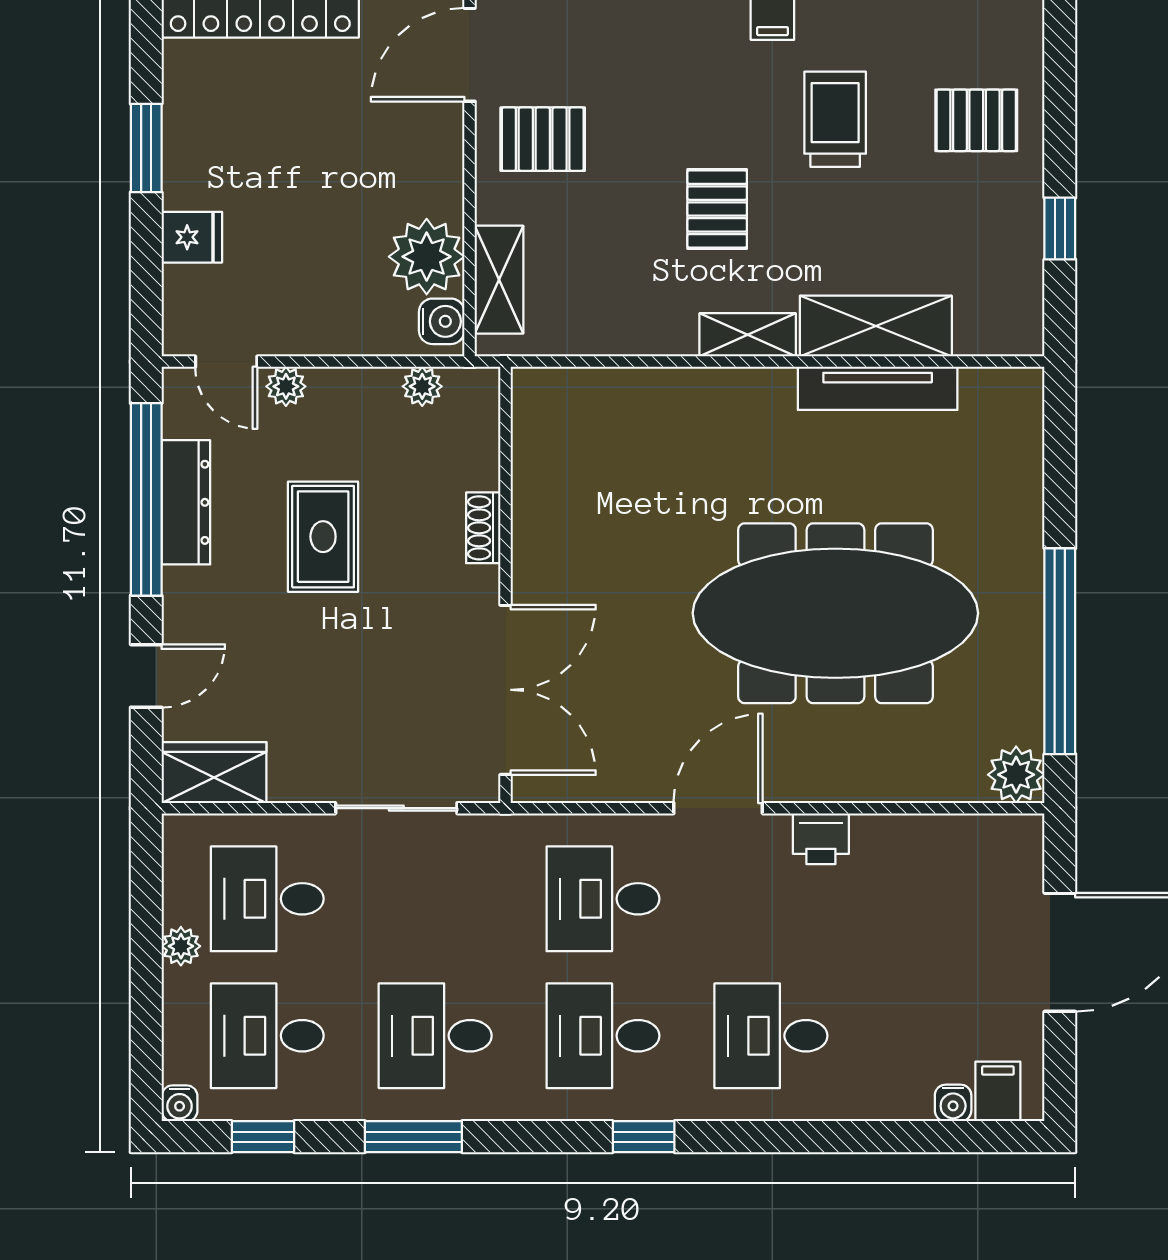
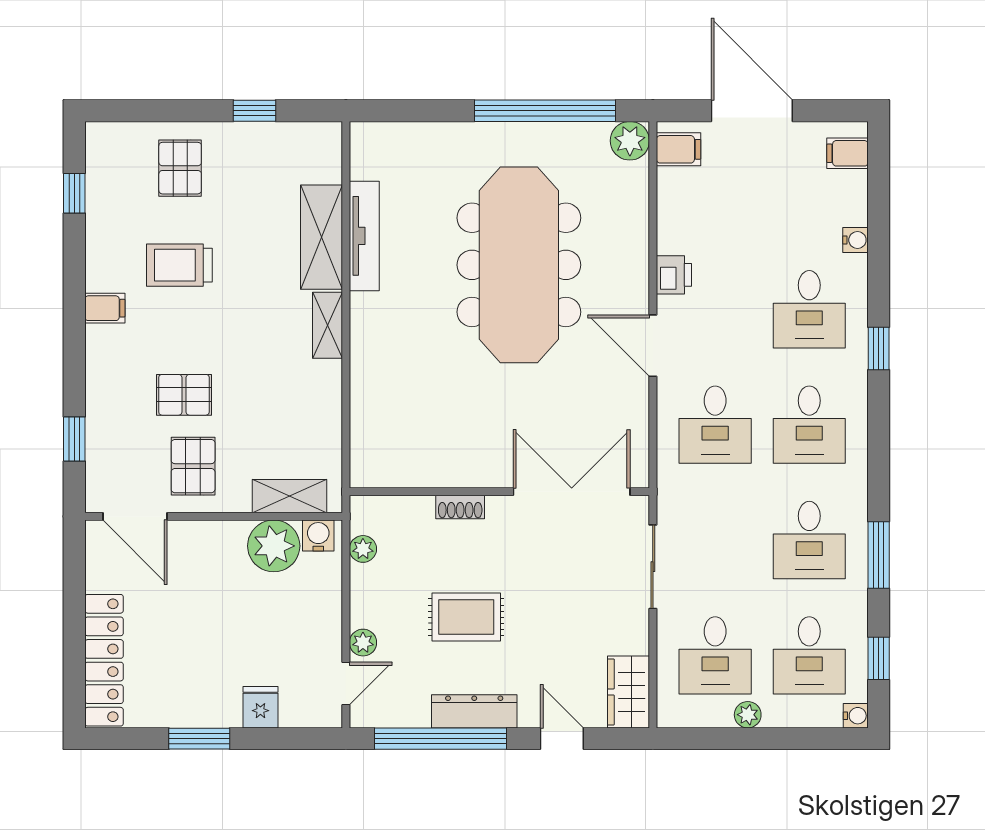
pallet: (717, 209) -> (184, 395), moved
dresser: (186, 502) -> (474, 711), moved
filing cabinet: (1004, 846) -> (679, 149), added
water cooler: (953, 1103) -> (855, 240), moved
window: (644, 1137) -> (879, 348), moved

